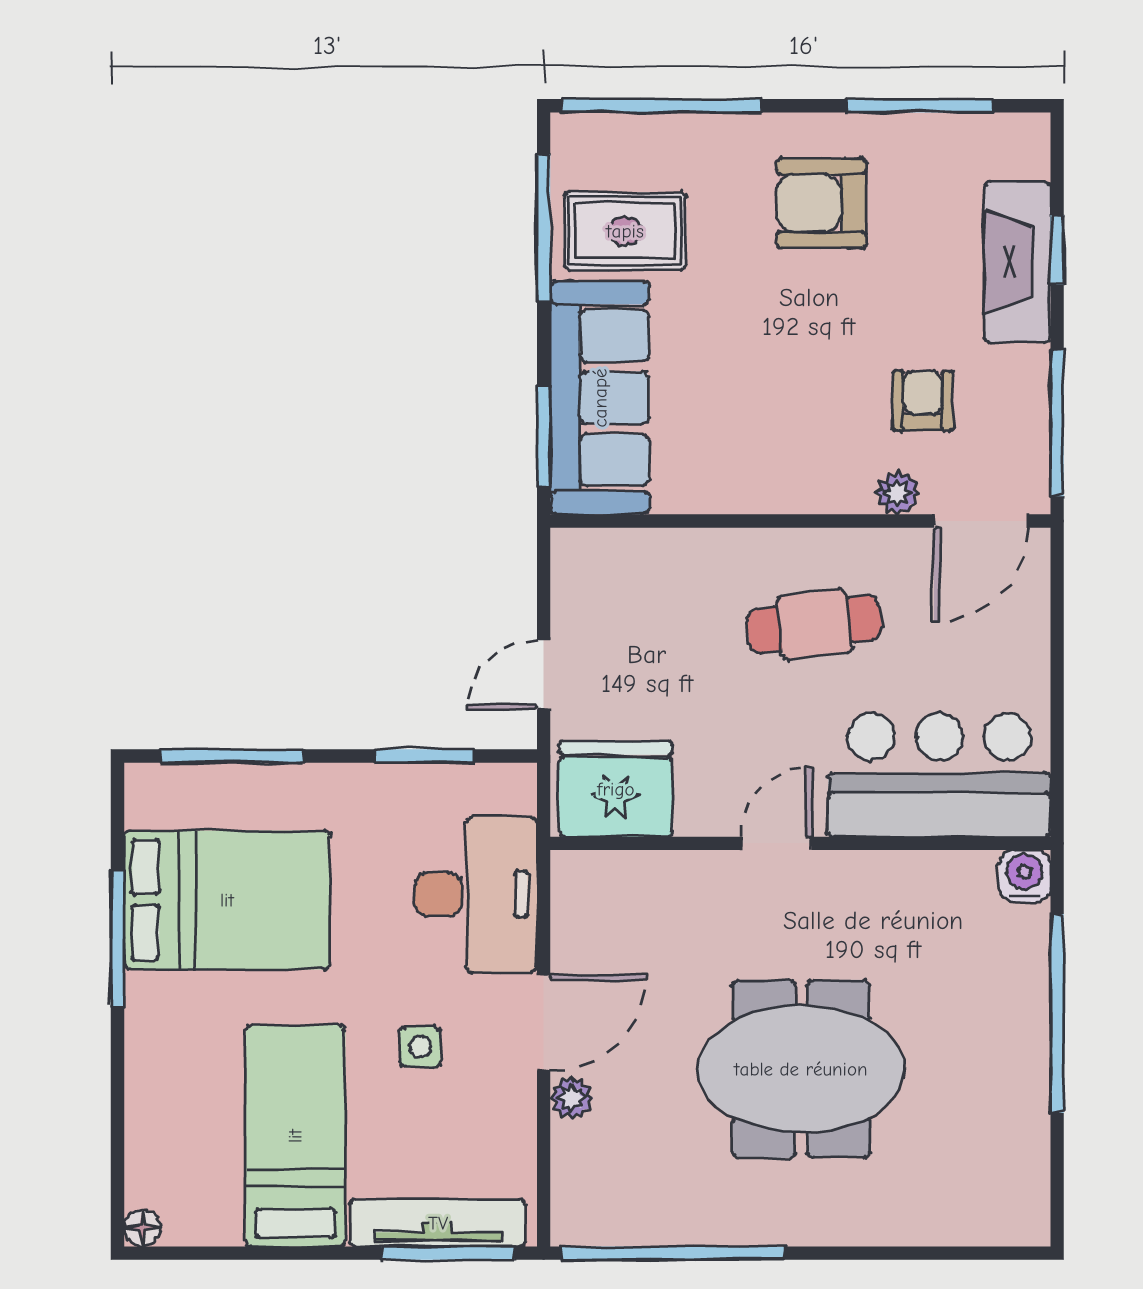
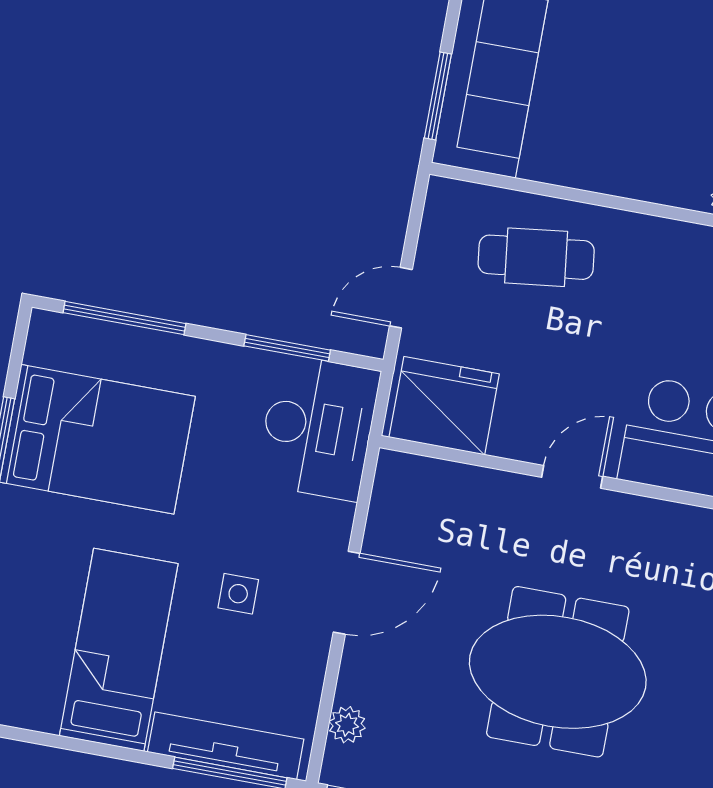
cafe table: (814, 624) -> (536, 257), moved
desk: (476, 894) -> (318, 427), moved
plant: (572, 1098) -> (347, 725), moved

